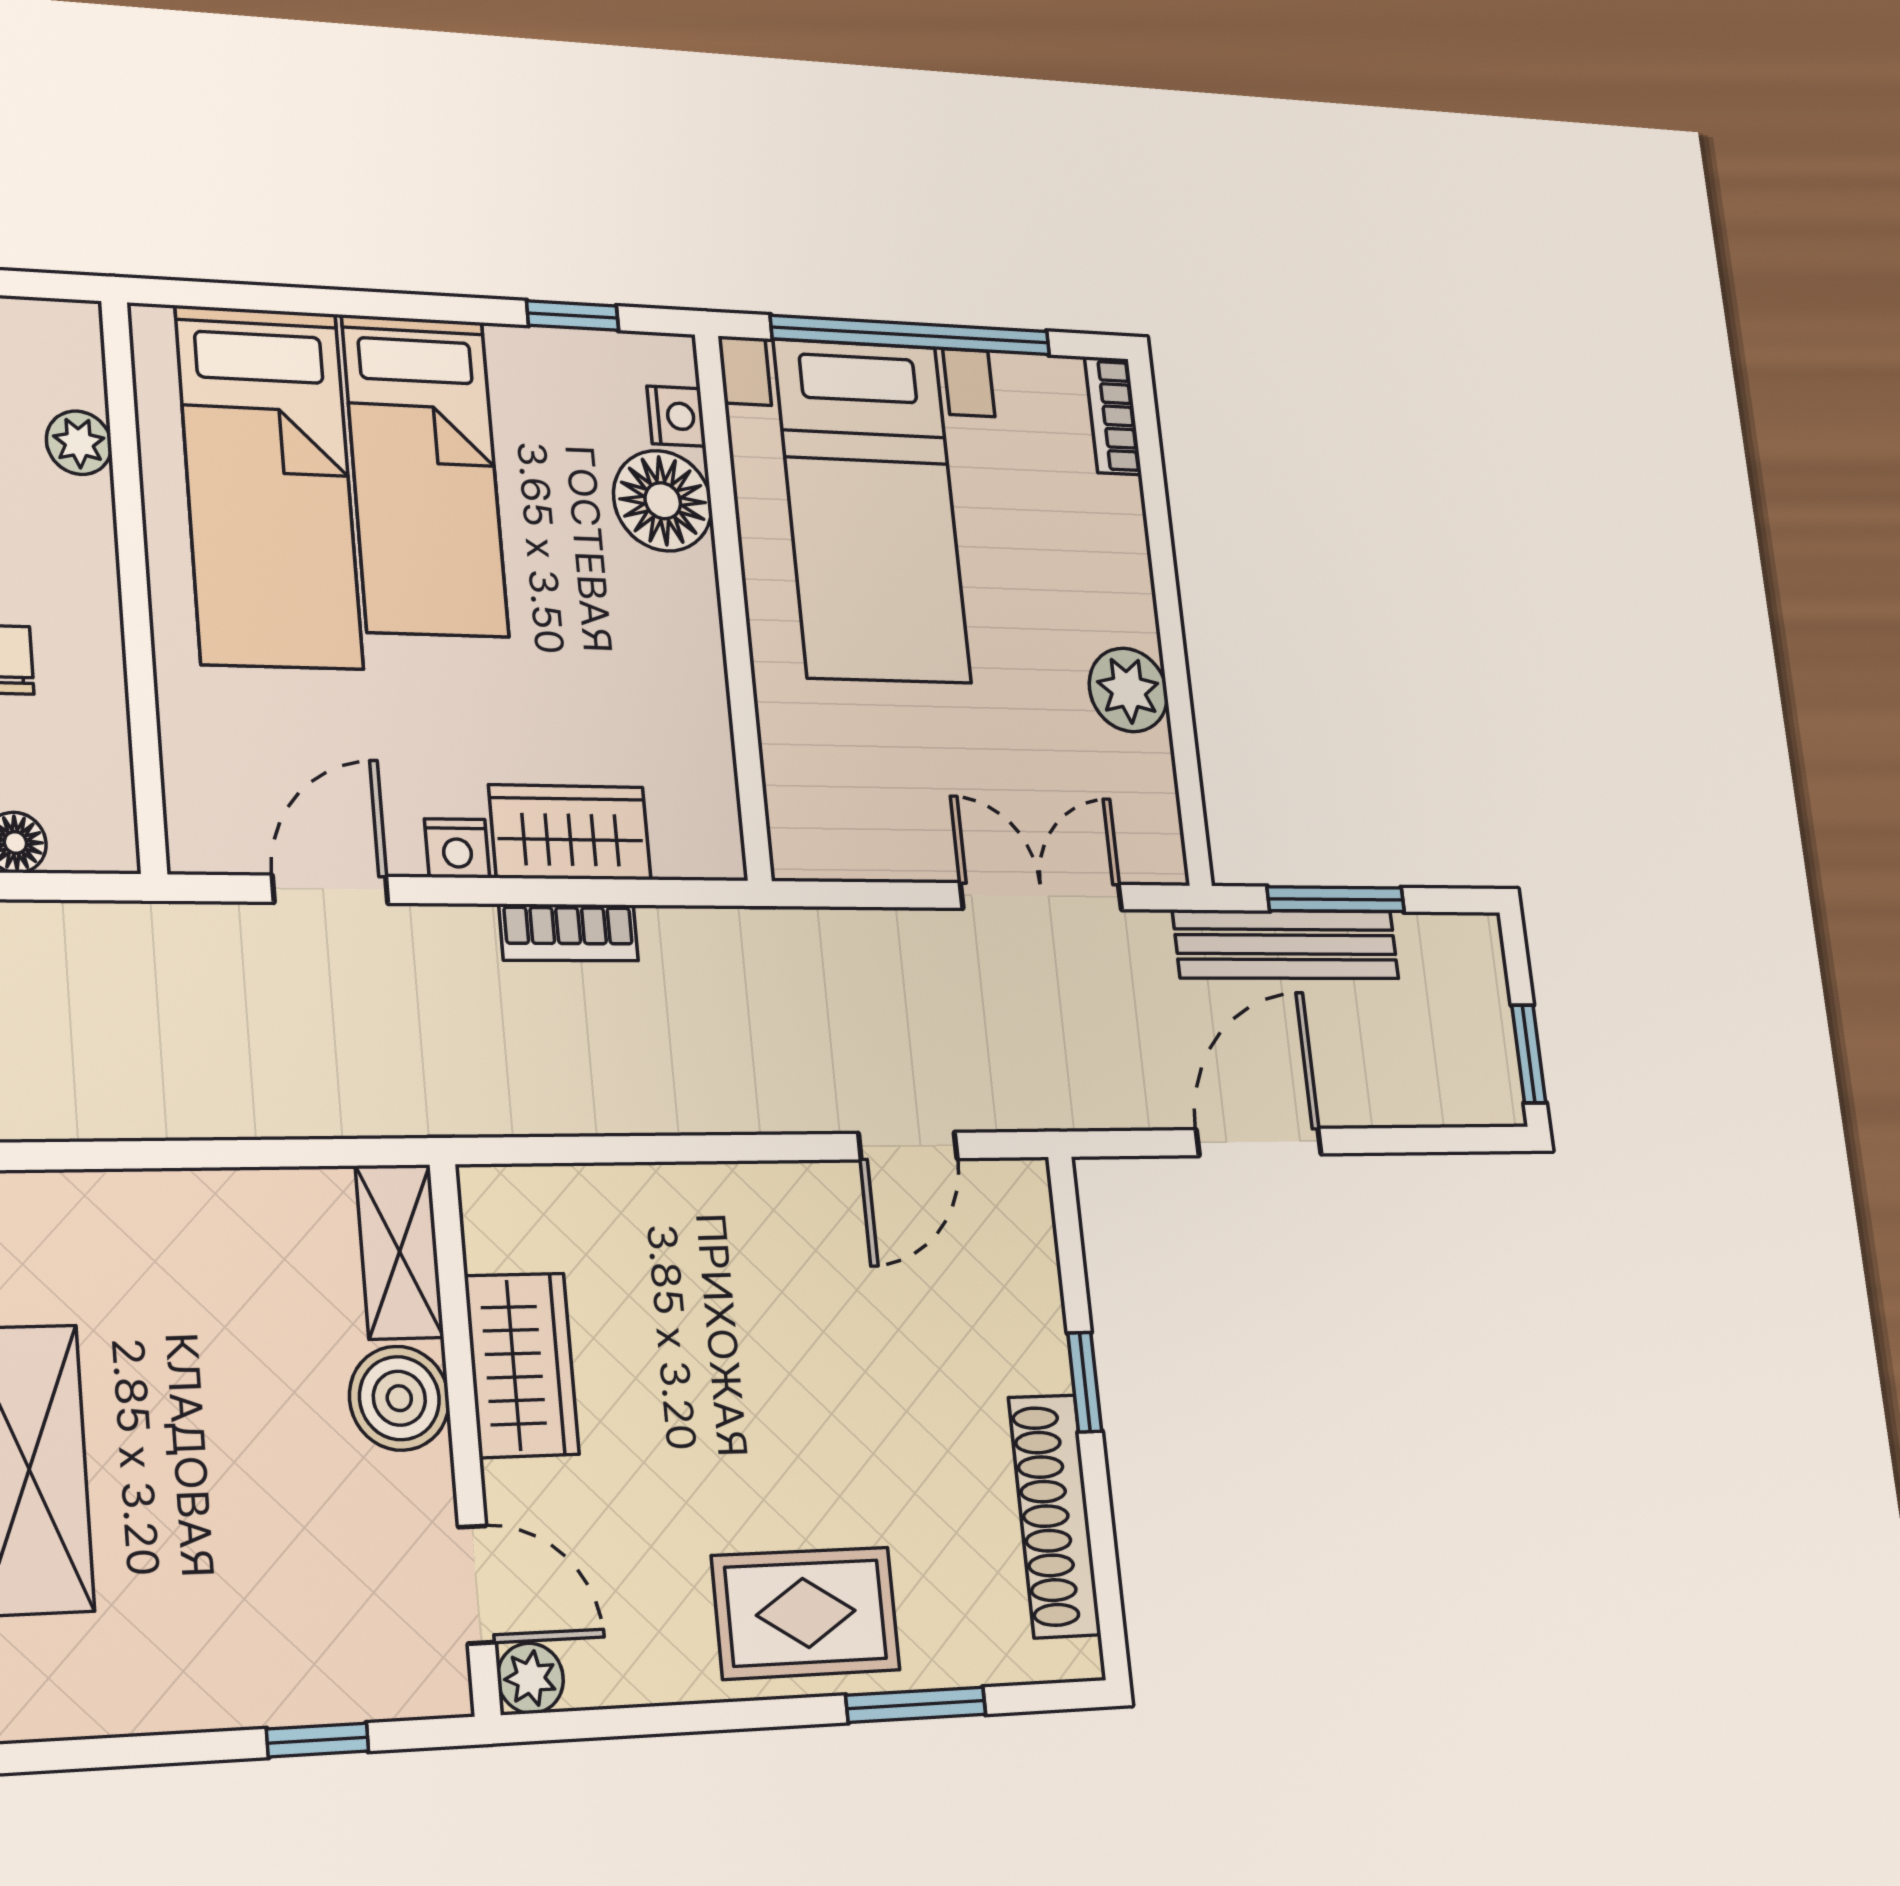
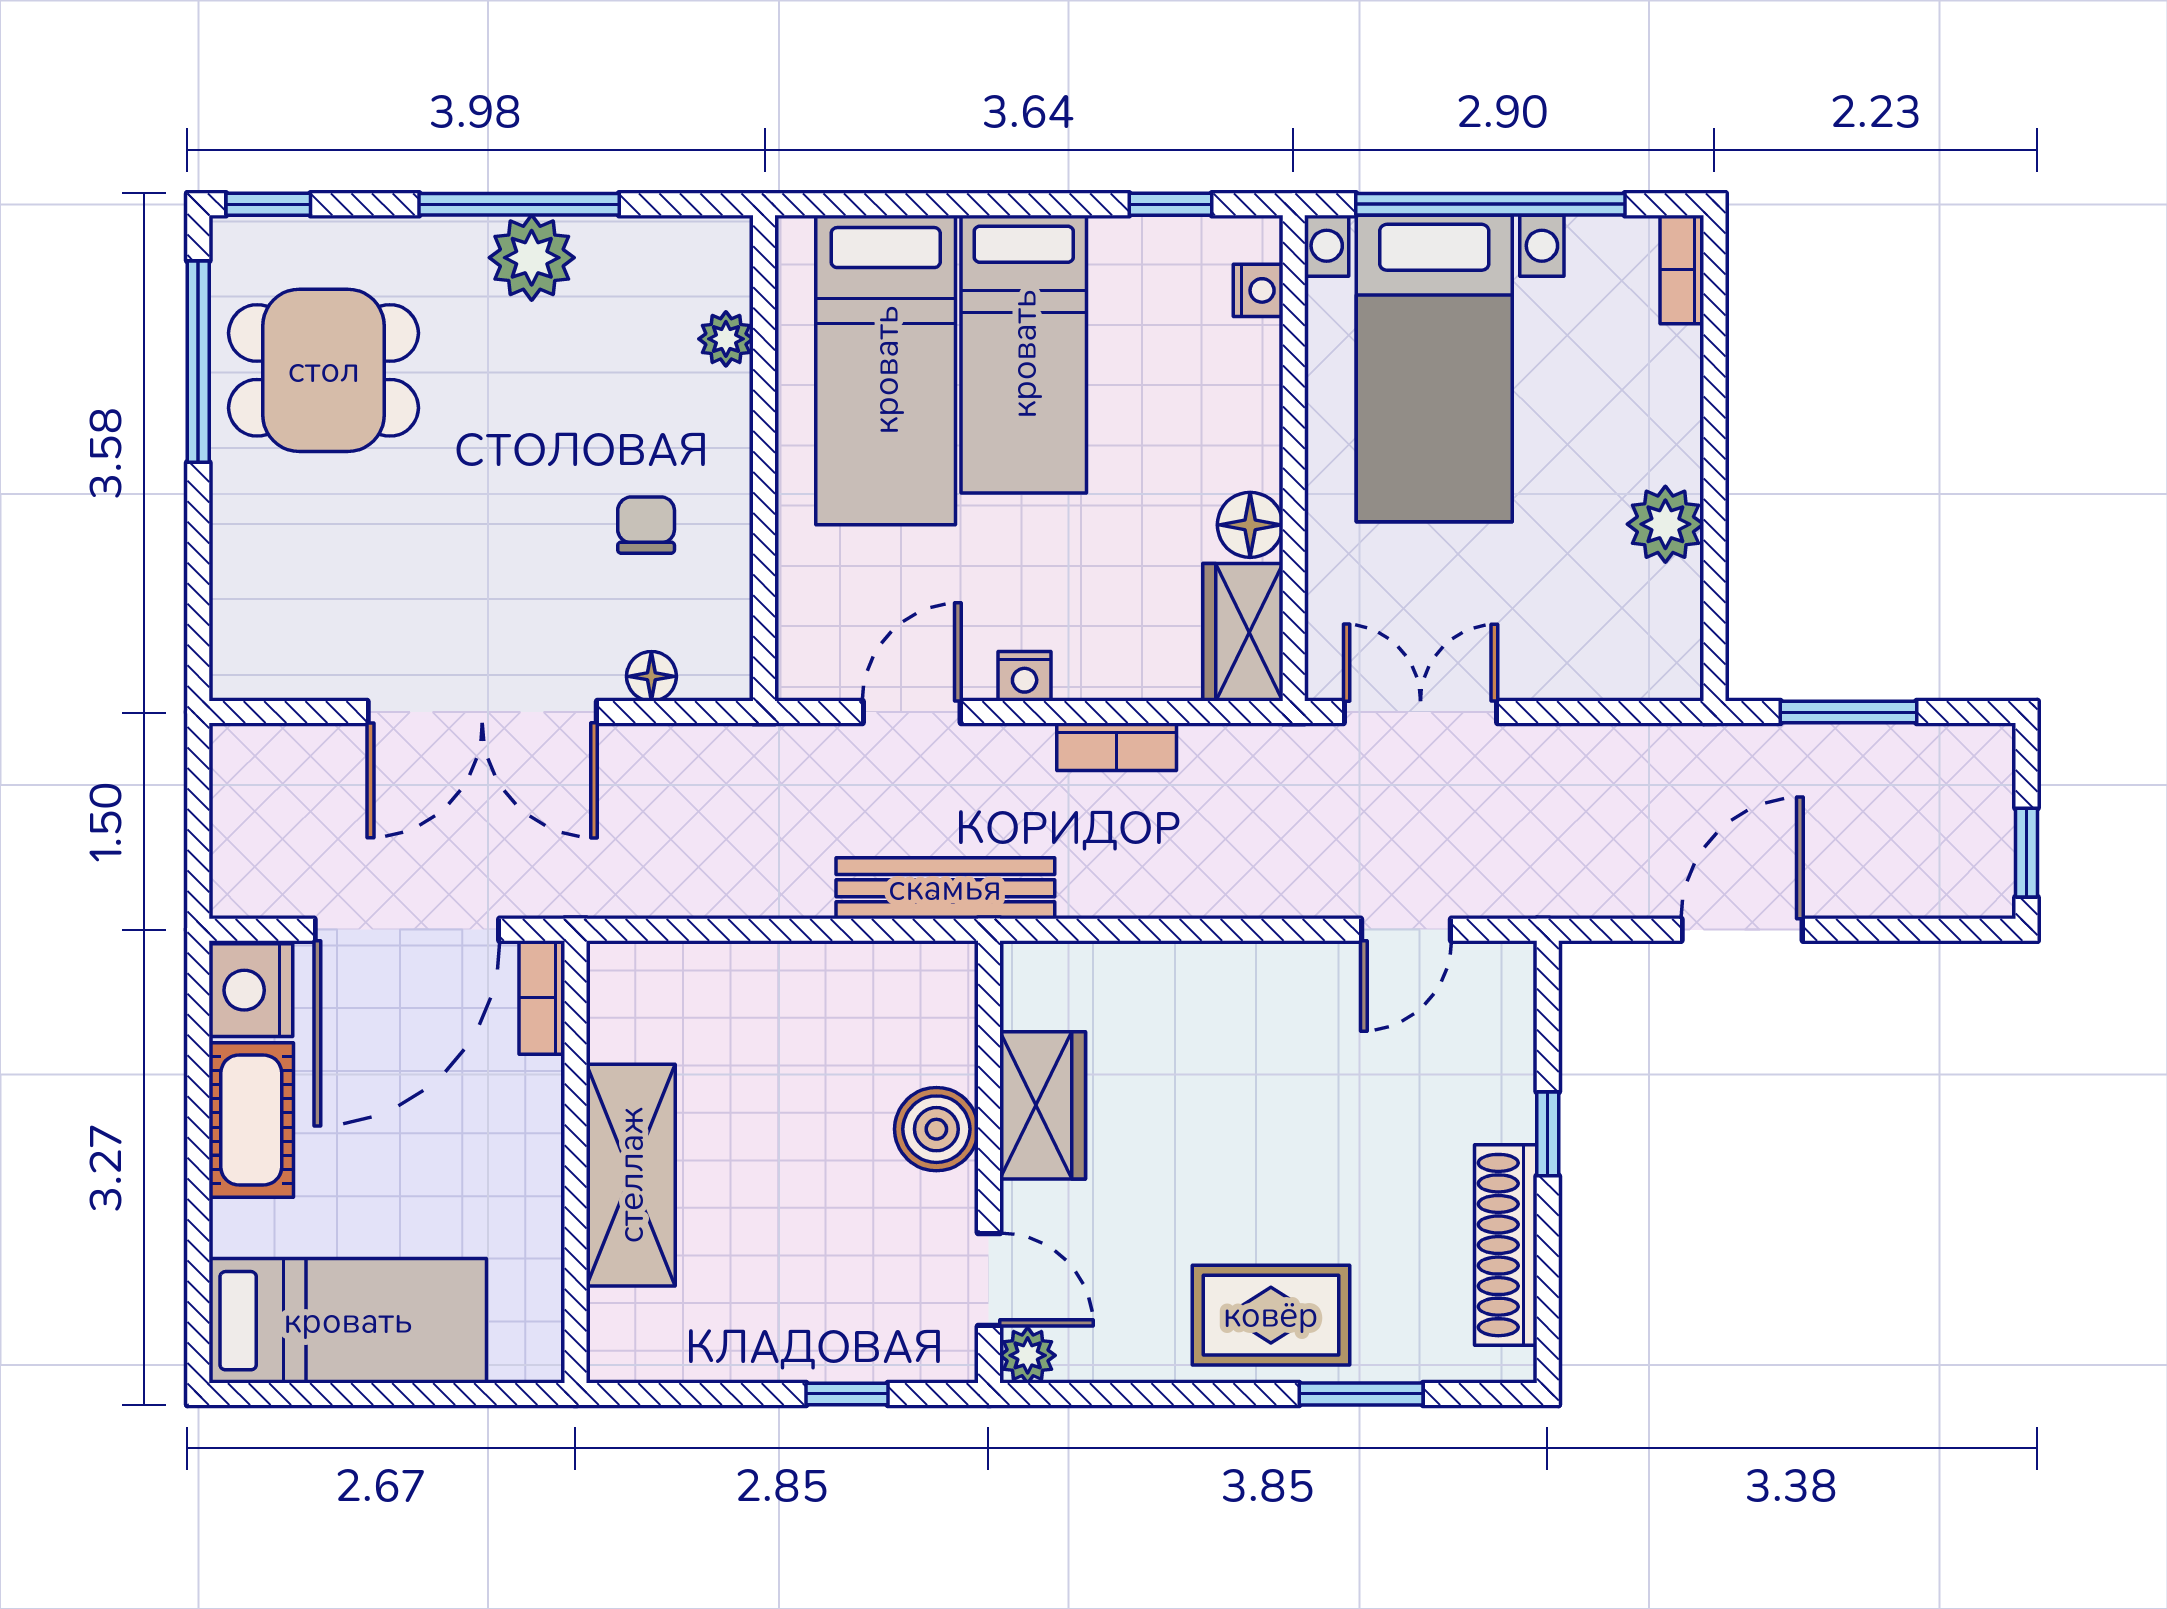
floor lamp: (663, 501) -> (1250, 525), moved, width x0.73, depth x0.73
wardrobe: (570, 832) -> (1243, 632), moved, turned -90
double door: (1041, 896) -> (1421, 712), moved
bench: (1286, 944) -> (945, 888), moved
shelving: (399, 1252) -> (946, 1011), removed

